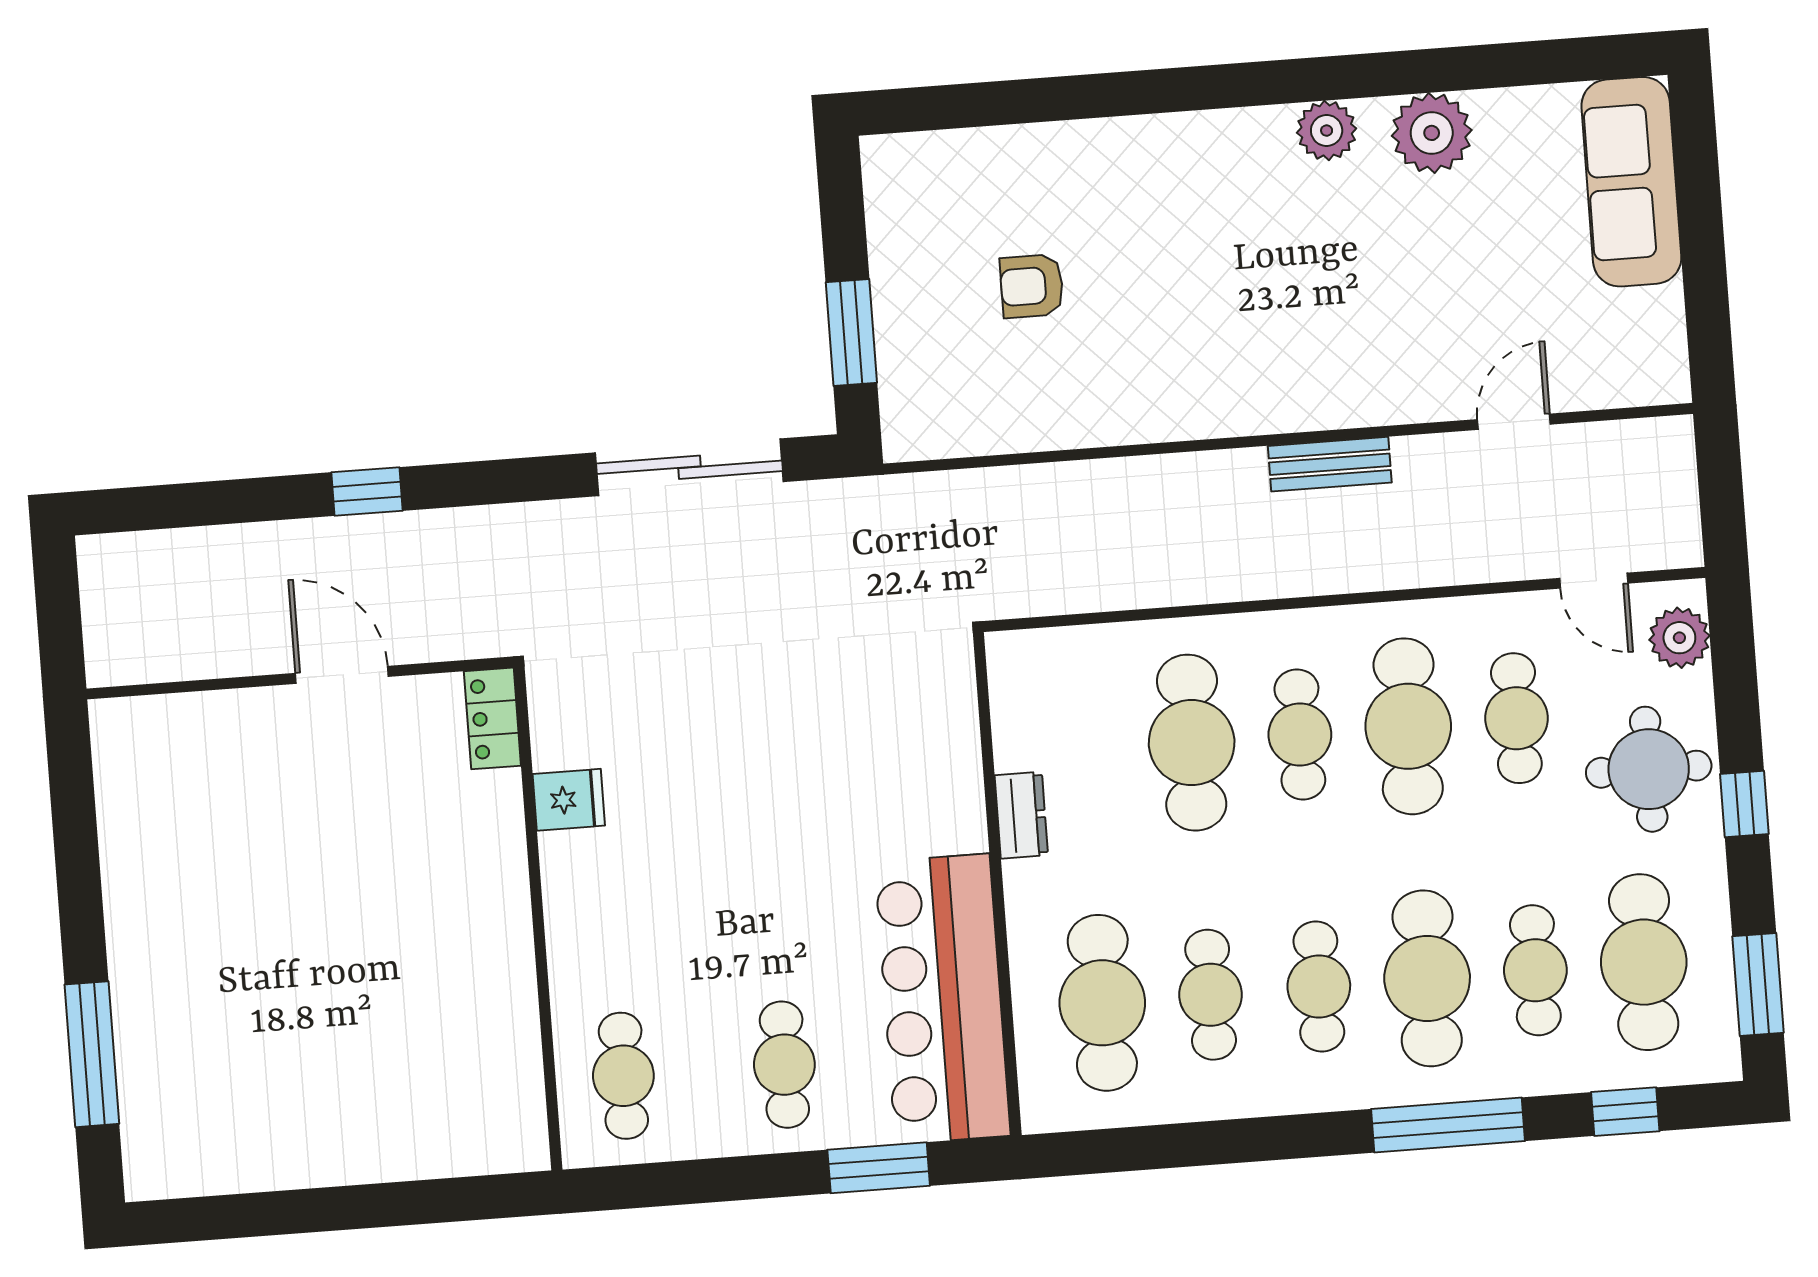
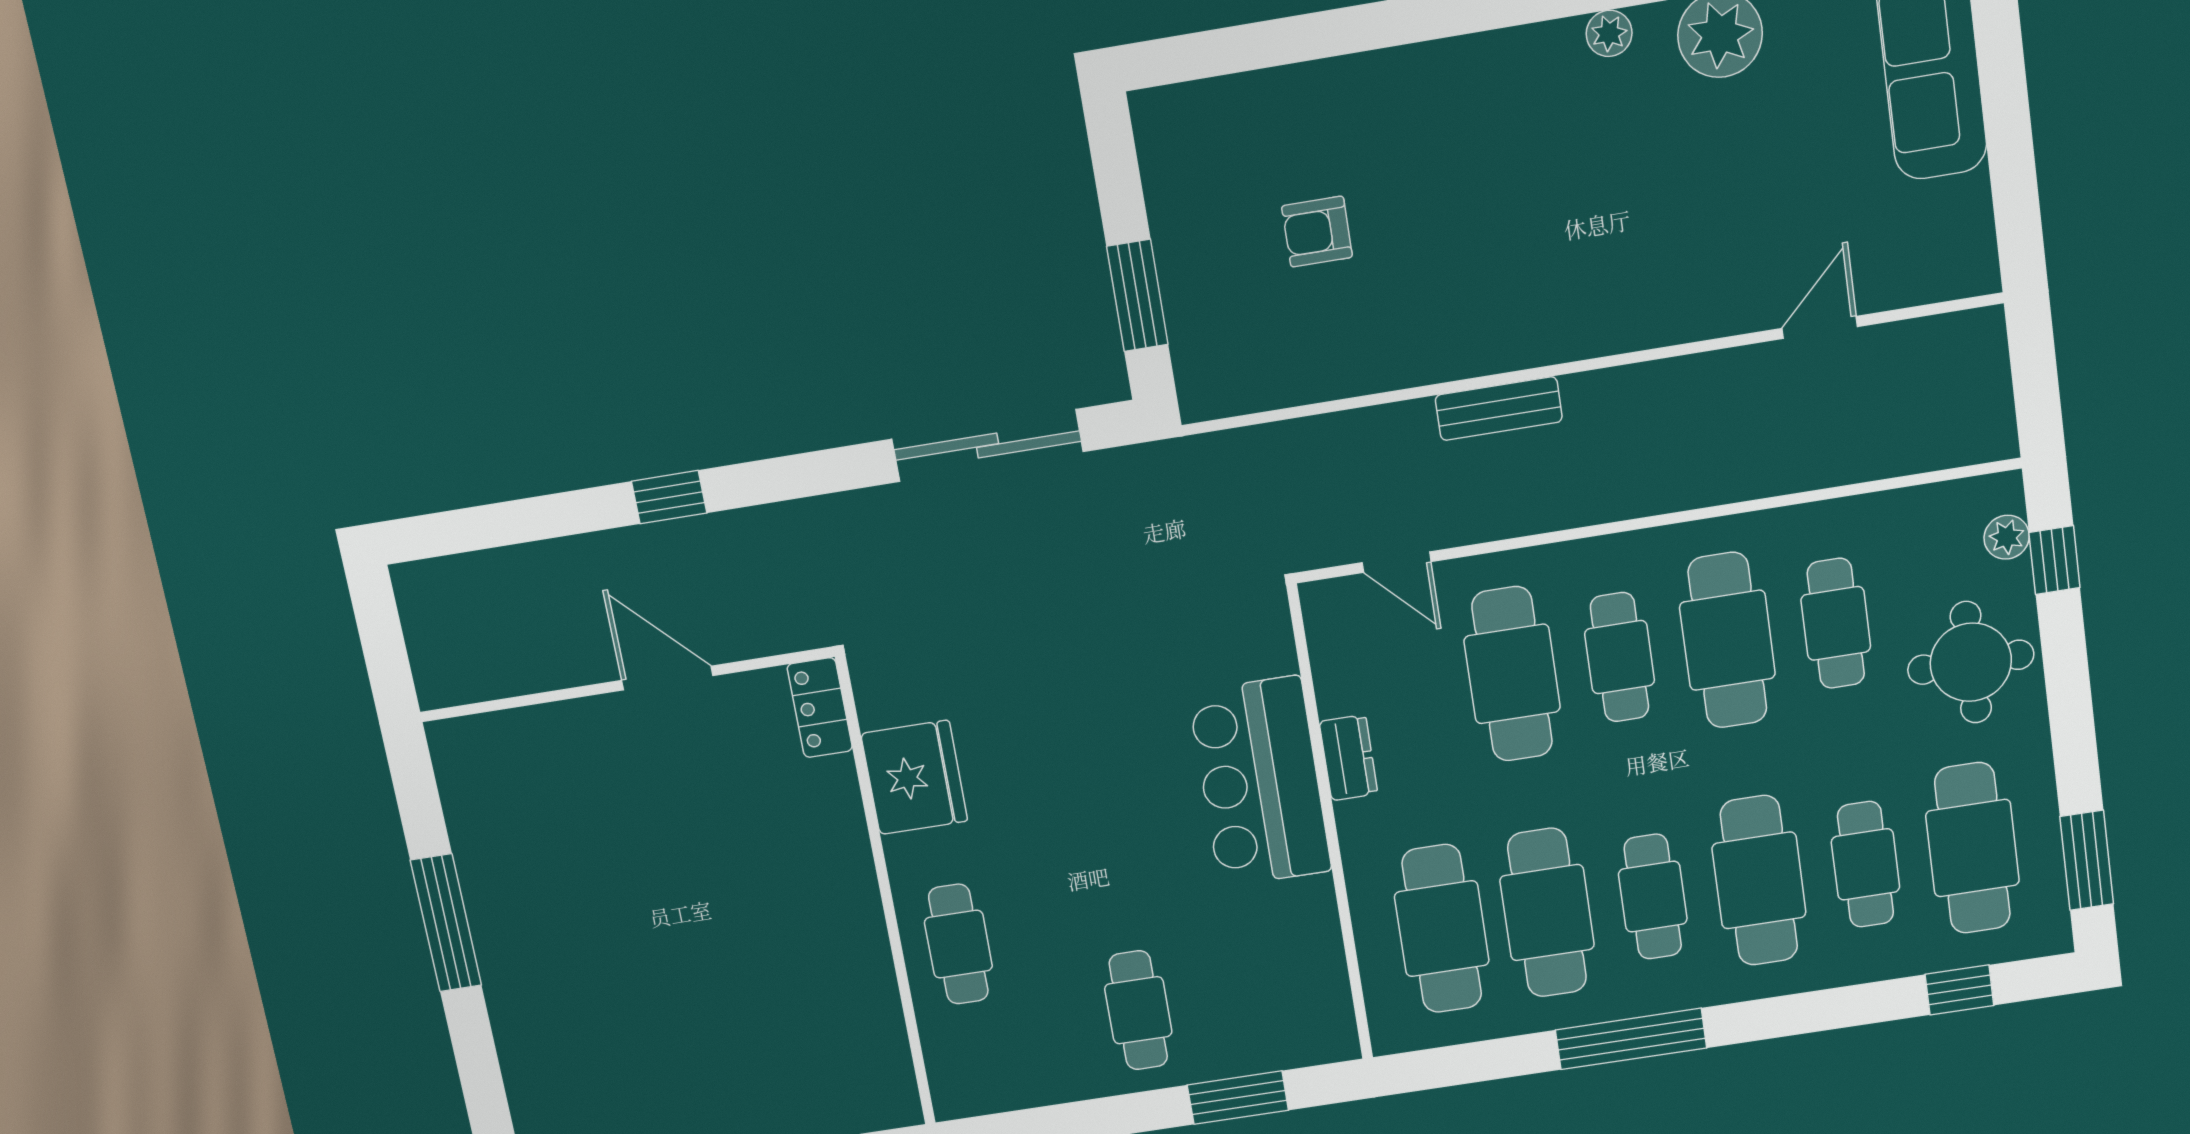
plant: (1327, 131) -> (1609, 33), width x0.73, depth x0.73
bench: (1330, 464) -> (1499, 409), moved
door: (1594, 581) -> (1397, 562), moved
plant: (1679, 638) -> (2007, 537), width x0.73, depth x0.73
fridge: (569, 800) -> (914, 777), width x1.88, depth x1.34
window: (1744, 804) -> (2054, 560), moved
cafe table: (1211, 995) -> (1547, 913), width x1.37, depth x1.35
bar counter: (942, 999) -> (1260, 782), moved, width x0.73
window: (92, 1054) -> (446, 923), moved
cafe table: (623, 1076) -> (958, 944), moved
window: (1448, 1125) -> (1631, 1039), moved

